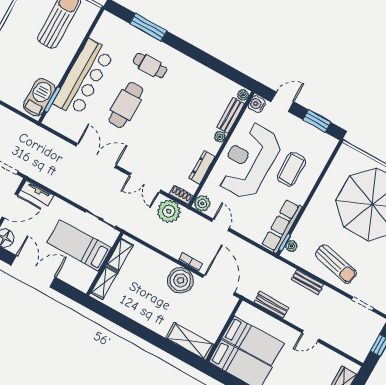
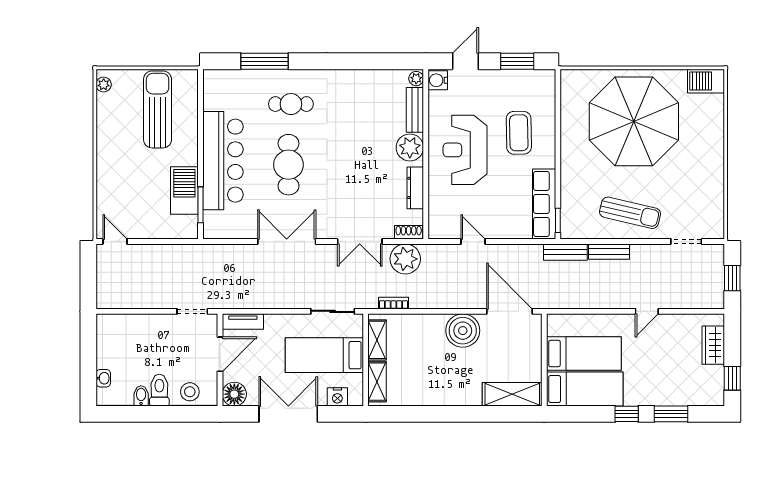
barbecue: (39, 97) -> (184, 190), moved
plant: (220, 137) -> (410, 147), width x1.88, depth x1.88
reception desk: (249, 161) -> (465, 150), width x0.74, depth x0.77
plant: (202, 203) -> (439, 229), removed
plant: (291, 246) -> (568, 221), removed
bookcase: (190, 262) -> (393, 303), moved
nightstand: (72, 278) -> (337, 397), added
bench: (271, 305) -> (565, 252), moved

